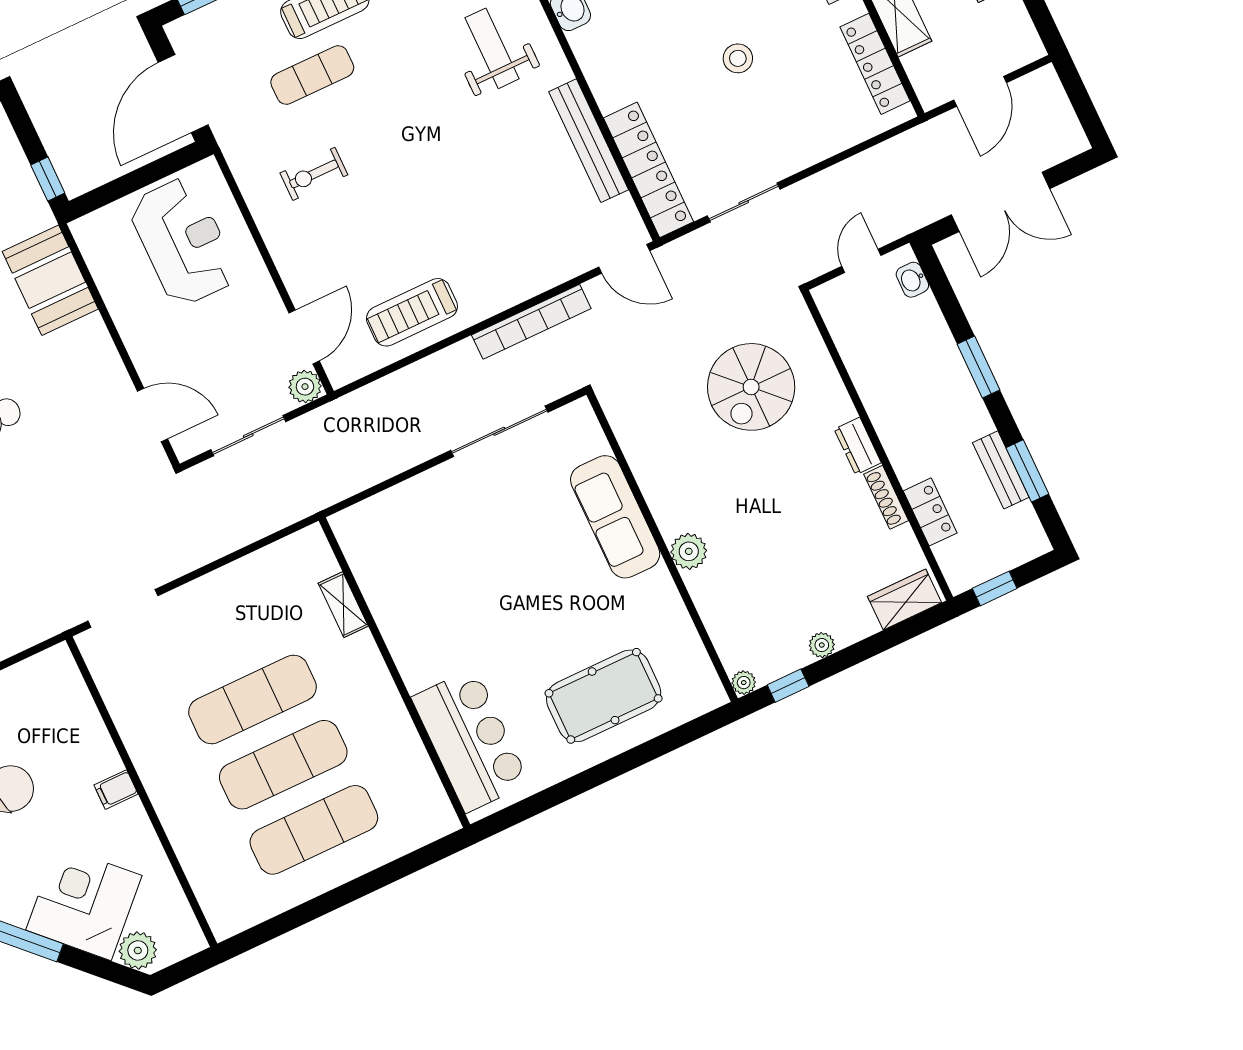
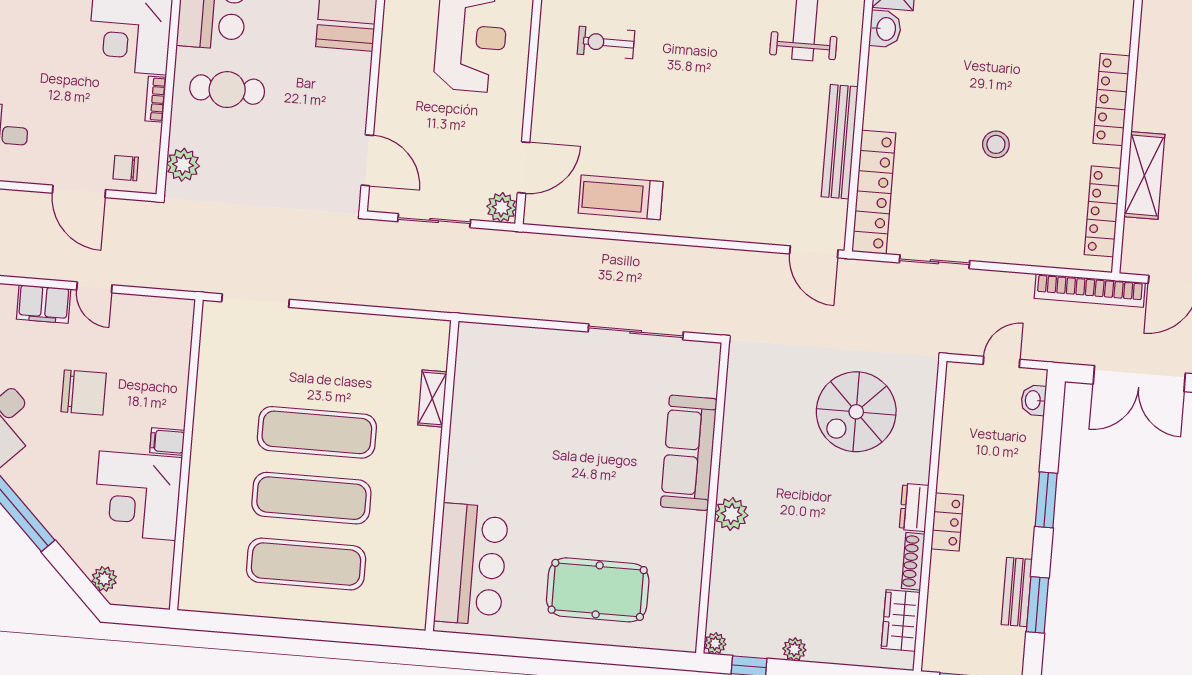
bookcase: (531, 322) -> (1090, 291), moved
locker: (930, 512) -> (947, 522), moved
wardrobe: (905, 600) -> (901, 620), moved, turned -90
corner desk: (84, 903) -> (138, 496), moved, turned -135
plant: (138, 950) -> (104, 579), width x0.73, depth x0.73

